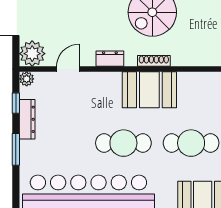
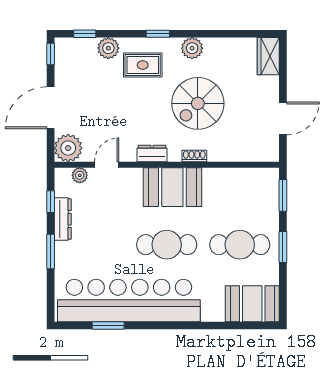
shoe rack: (154, 61) -> (194, 156), width x0.70
plant: (27, 79) -> (80, 175), moved
booth: (149, 90) -> (172, 187), moved

